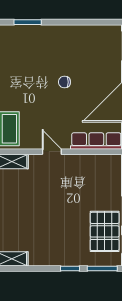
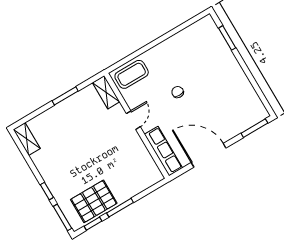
chair: (64, 82) -> (178, 92), moved

